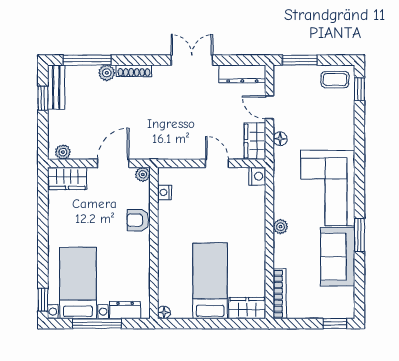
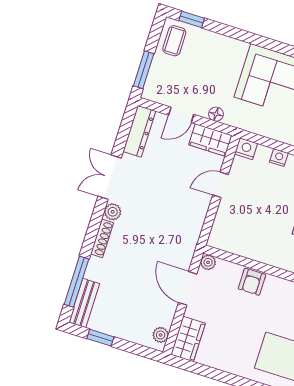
plant: (107, 73) -> (113, 212), moved
bench: (56, 87) -> (84, 303), moved, turned 90
nightstand: (164, 192) -> (279, 158), moved, turned 180

